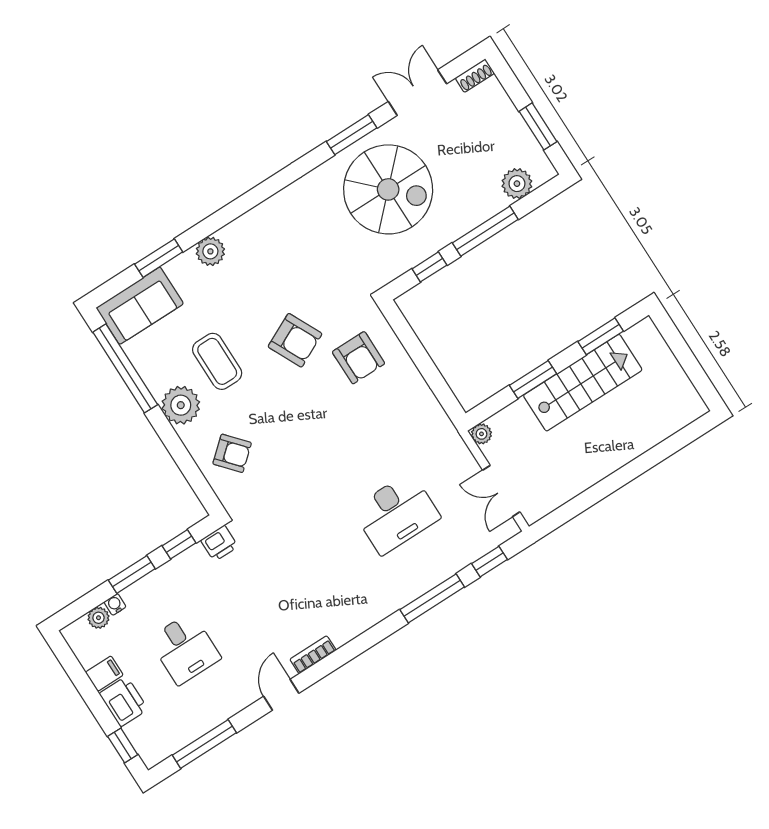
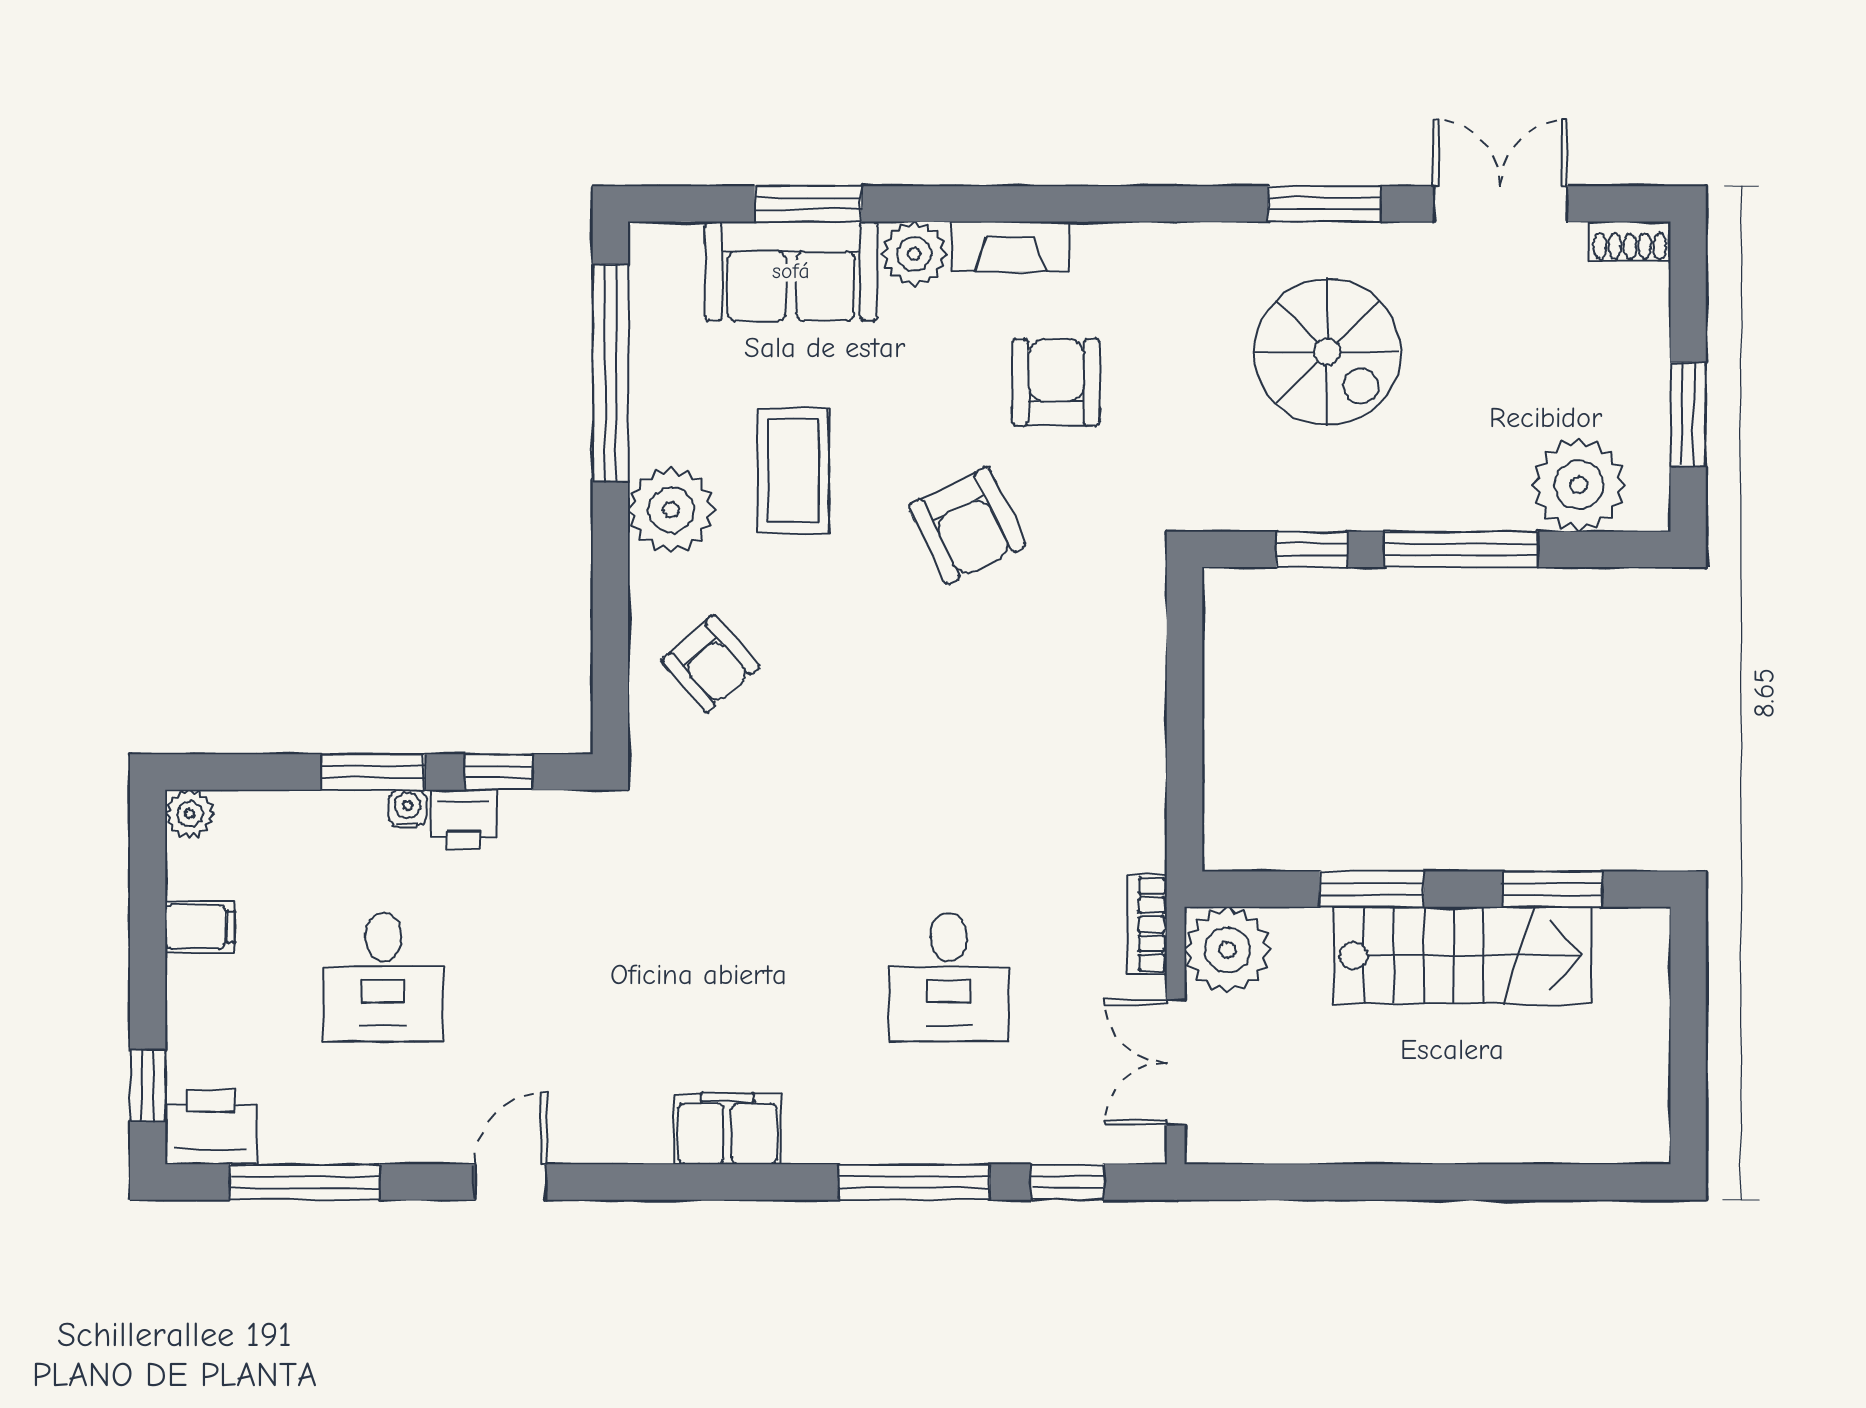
plant: (517, 184) -> (1579, 485), width x1.36, depth x1.36
spiral stairs: (388, 189) -> (1327, 352), width x0.73, depth x0.73
fireplace: (245, 226) -> (1010, 247), added
sofa: (140, 306) -> (791, 271), moved
armchair: (359, 358) -> (1056, 382), moved, turned 180
plant: (481, 434) -> (1228, 950), width x1.87, depth x1.87
desk: (396, 513) -> (949, 977), width x0.73
printer: (219, 543) -> (464, 819), moved
water cooler: (115, 604) -> (408, 808), moved
plant: (98, 618) -> (189, 814), moved
filing cabinet: (350, 623) -> (727, 1129), added
bookcase: (313, 655) -> (1147, 924), moved, turned -90
printer: (124, 701) -> (211, 1127), moved, turned -90

